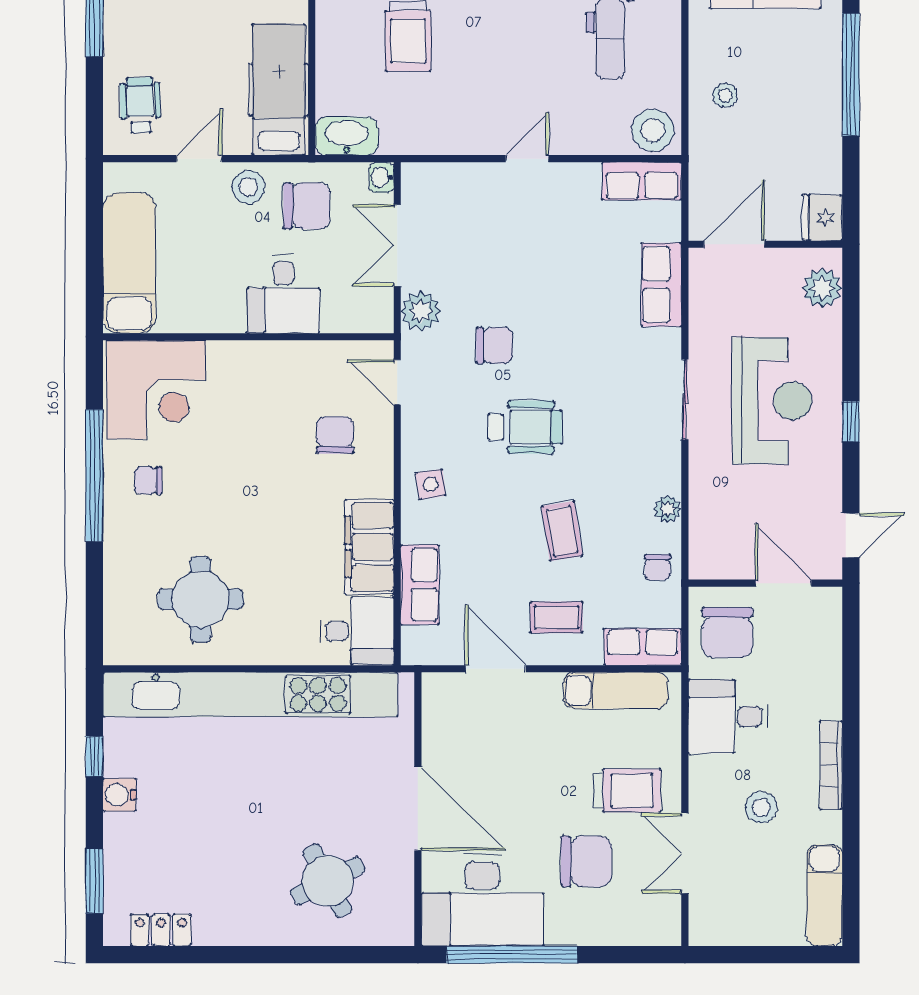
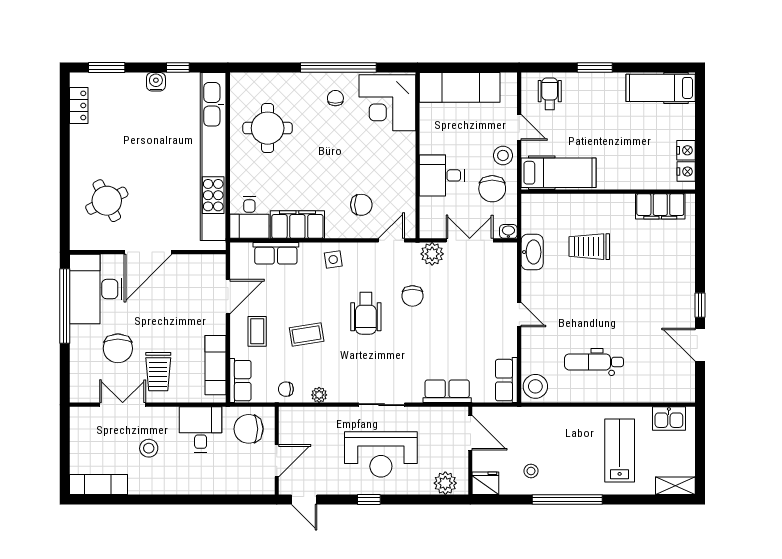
stool: (725, 95) -> (531, 471), moved
wheelchair: (140, 105) -> (550, 94), turned -88
washbasin: (347, 136) -> (532, 252), moved
bookcase: (831, 765) -> (173, 488), removed

